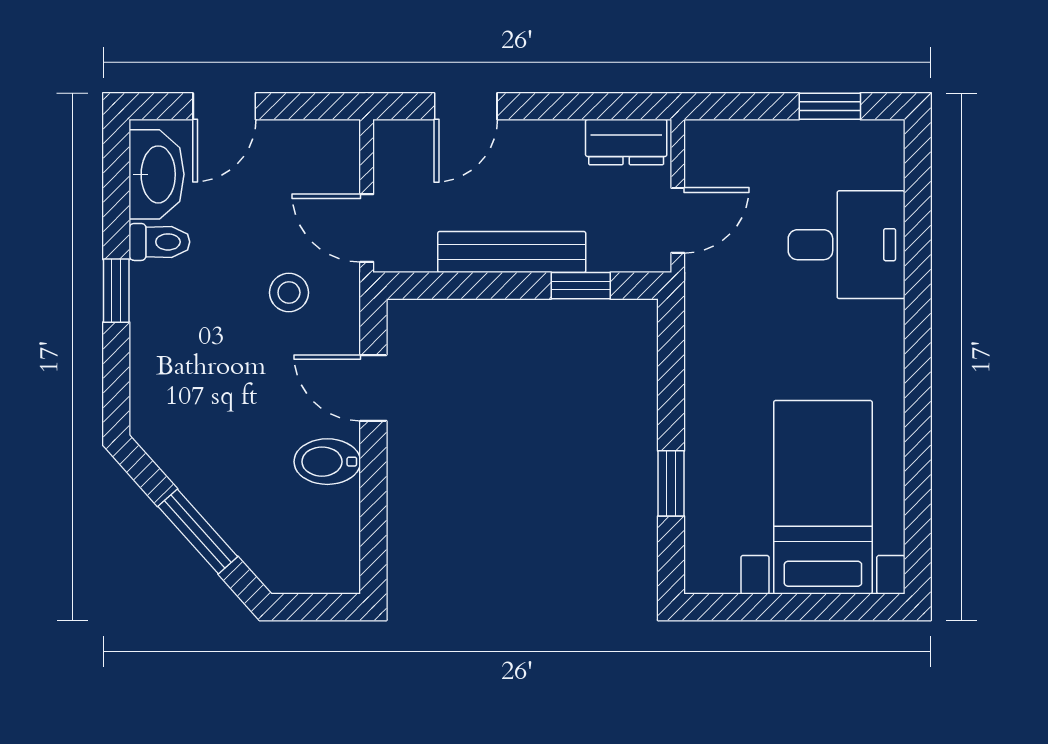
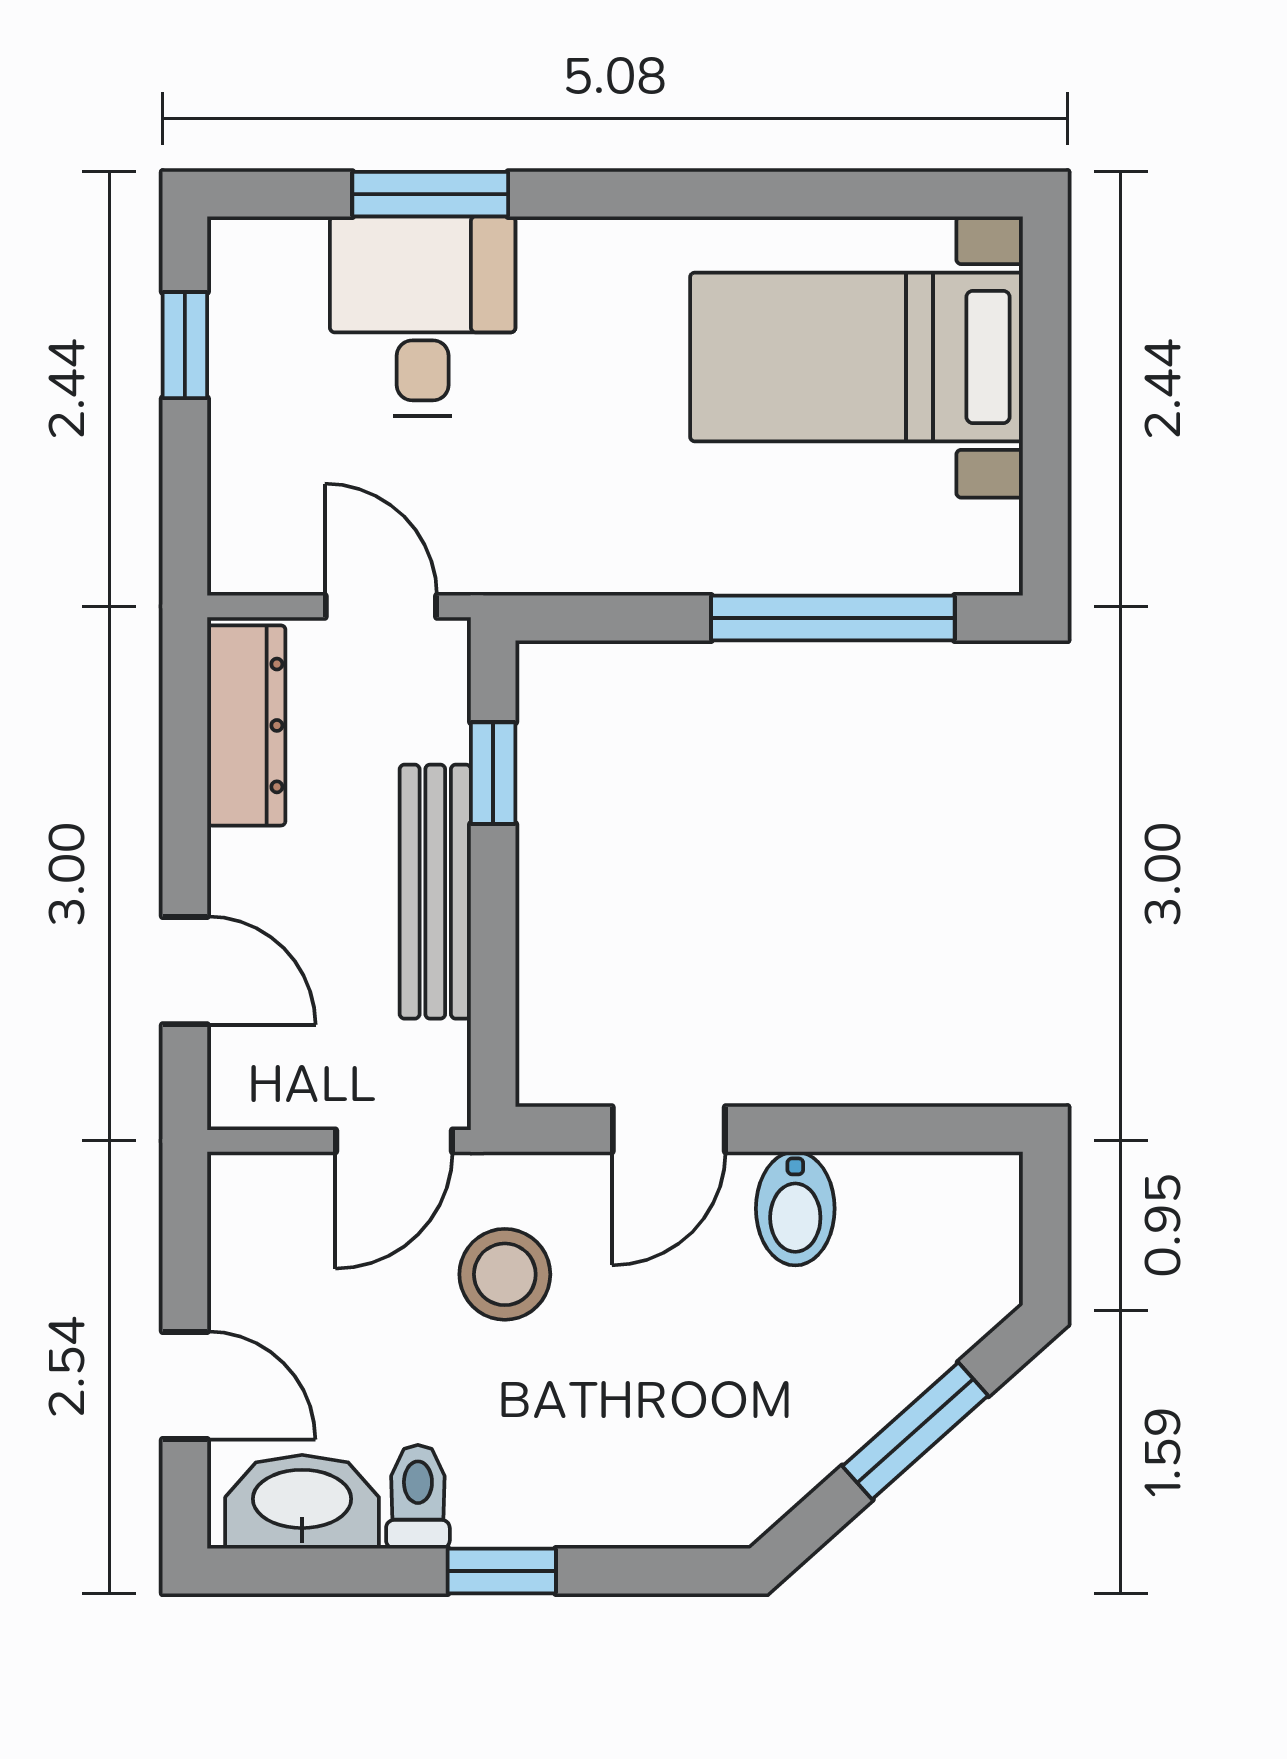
dresser: (626, 142) -> (246, 725), width x1.44
window: (918, 249) -> (430, 194), added
stool: (289, 293) -> (505, 1274), width x1.37, depth x1.37
window: (671, 483) -> (833, 618), width x2.17

